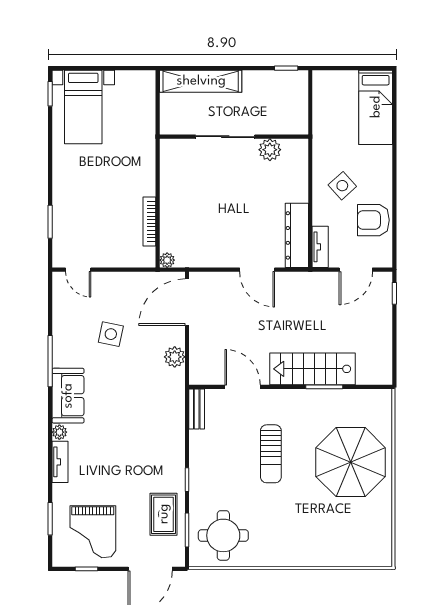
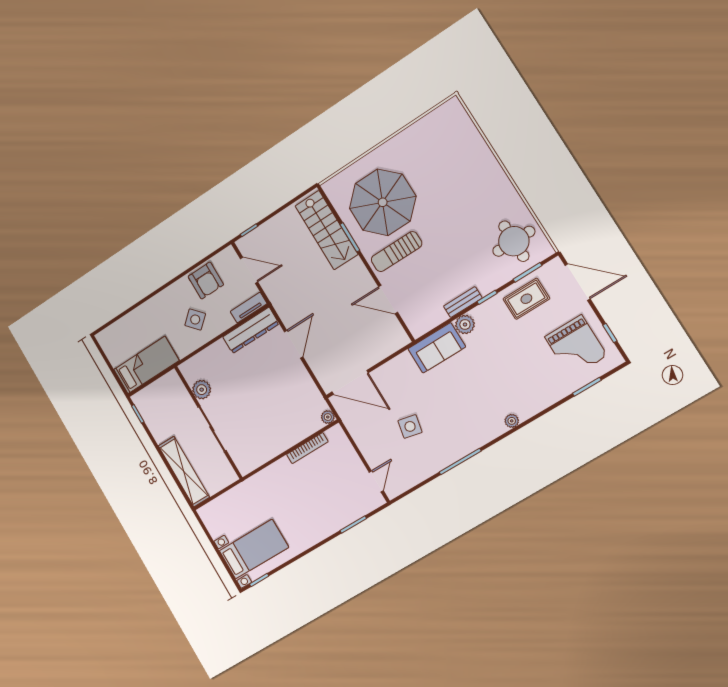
bed: (376, 107) -> (146, 365), moved
plant: (175, 357) -> (465, 324), moved
stairs: (313, 369) -> (326, 230), moved
door: (243, 387) -> (388, 300), hinge flipped
sofa: (68, 396) -> (437, 348), moved, turned 180
bench: (197, 409) -> (463, 302), moved
sun lounger: (271, 454) -> (396, 252), moved, turned 180
tv unit: (60, 462) -> (535, 406), removed
parasol: (351, 462) -> (383, 202), moved
grand piano: (93, 532) -> (576, 346), turned 90

